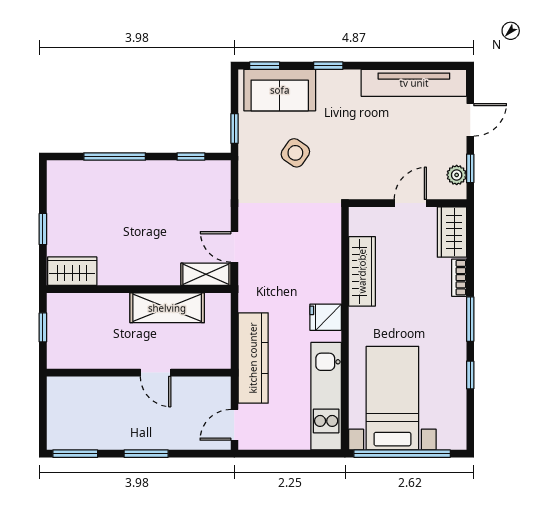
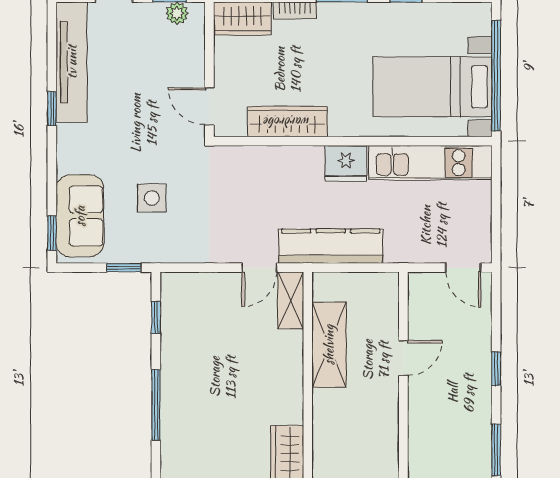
window: (328, 66) -> (52, 108), moved
side table: (295, 153) -> (152, 198), turned -35
door: (410, 203) -> (209, 106), moved
fridge: (326, 317) -> (346, 163), width x1.38
kitchen counter: (253, 358) -> (331, 246), moved
window: (146, 454) -> (496, 369), width x0.67

